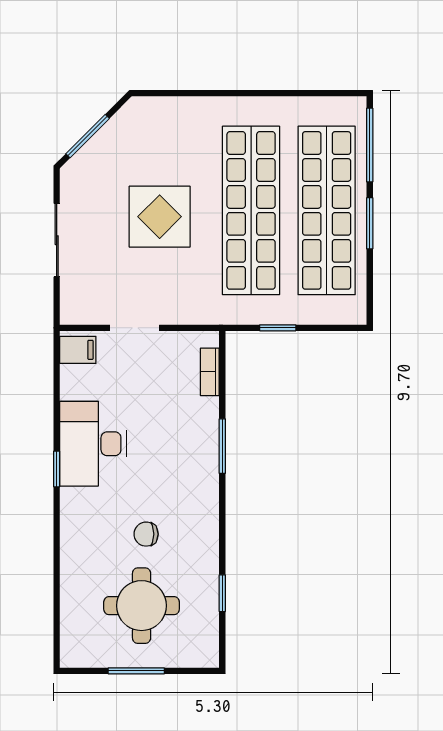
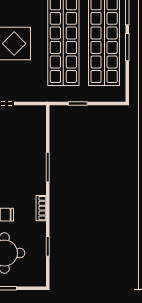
bookcase: (210, 372) -> (41, 208), moved

